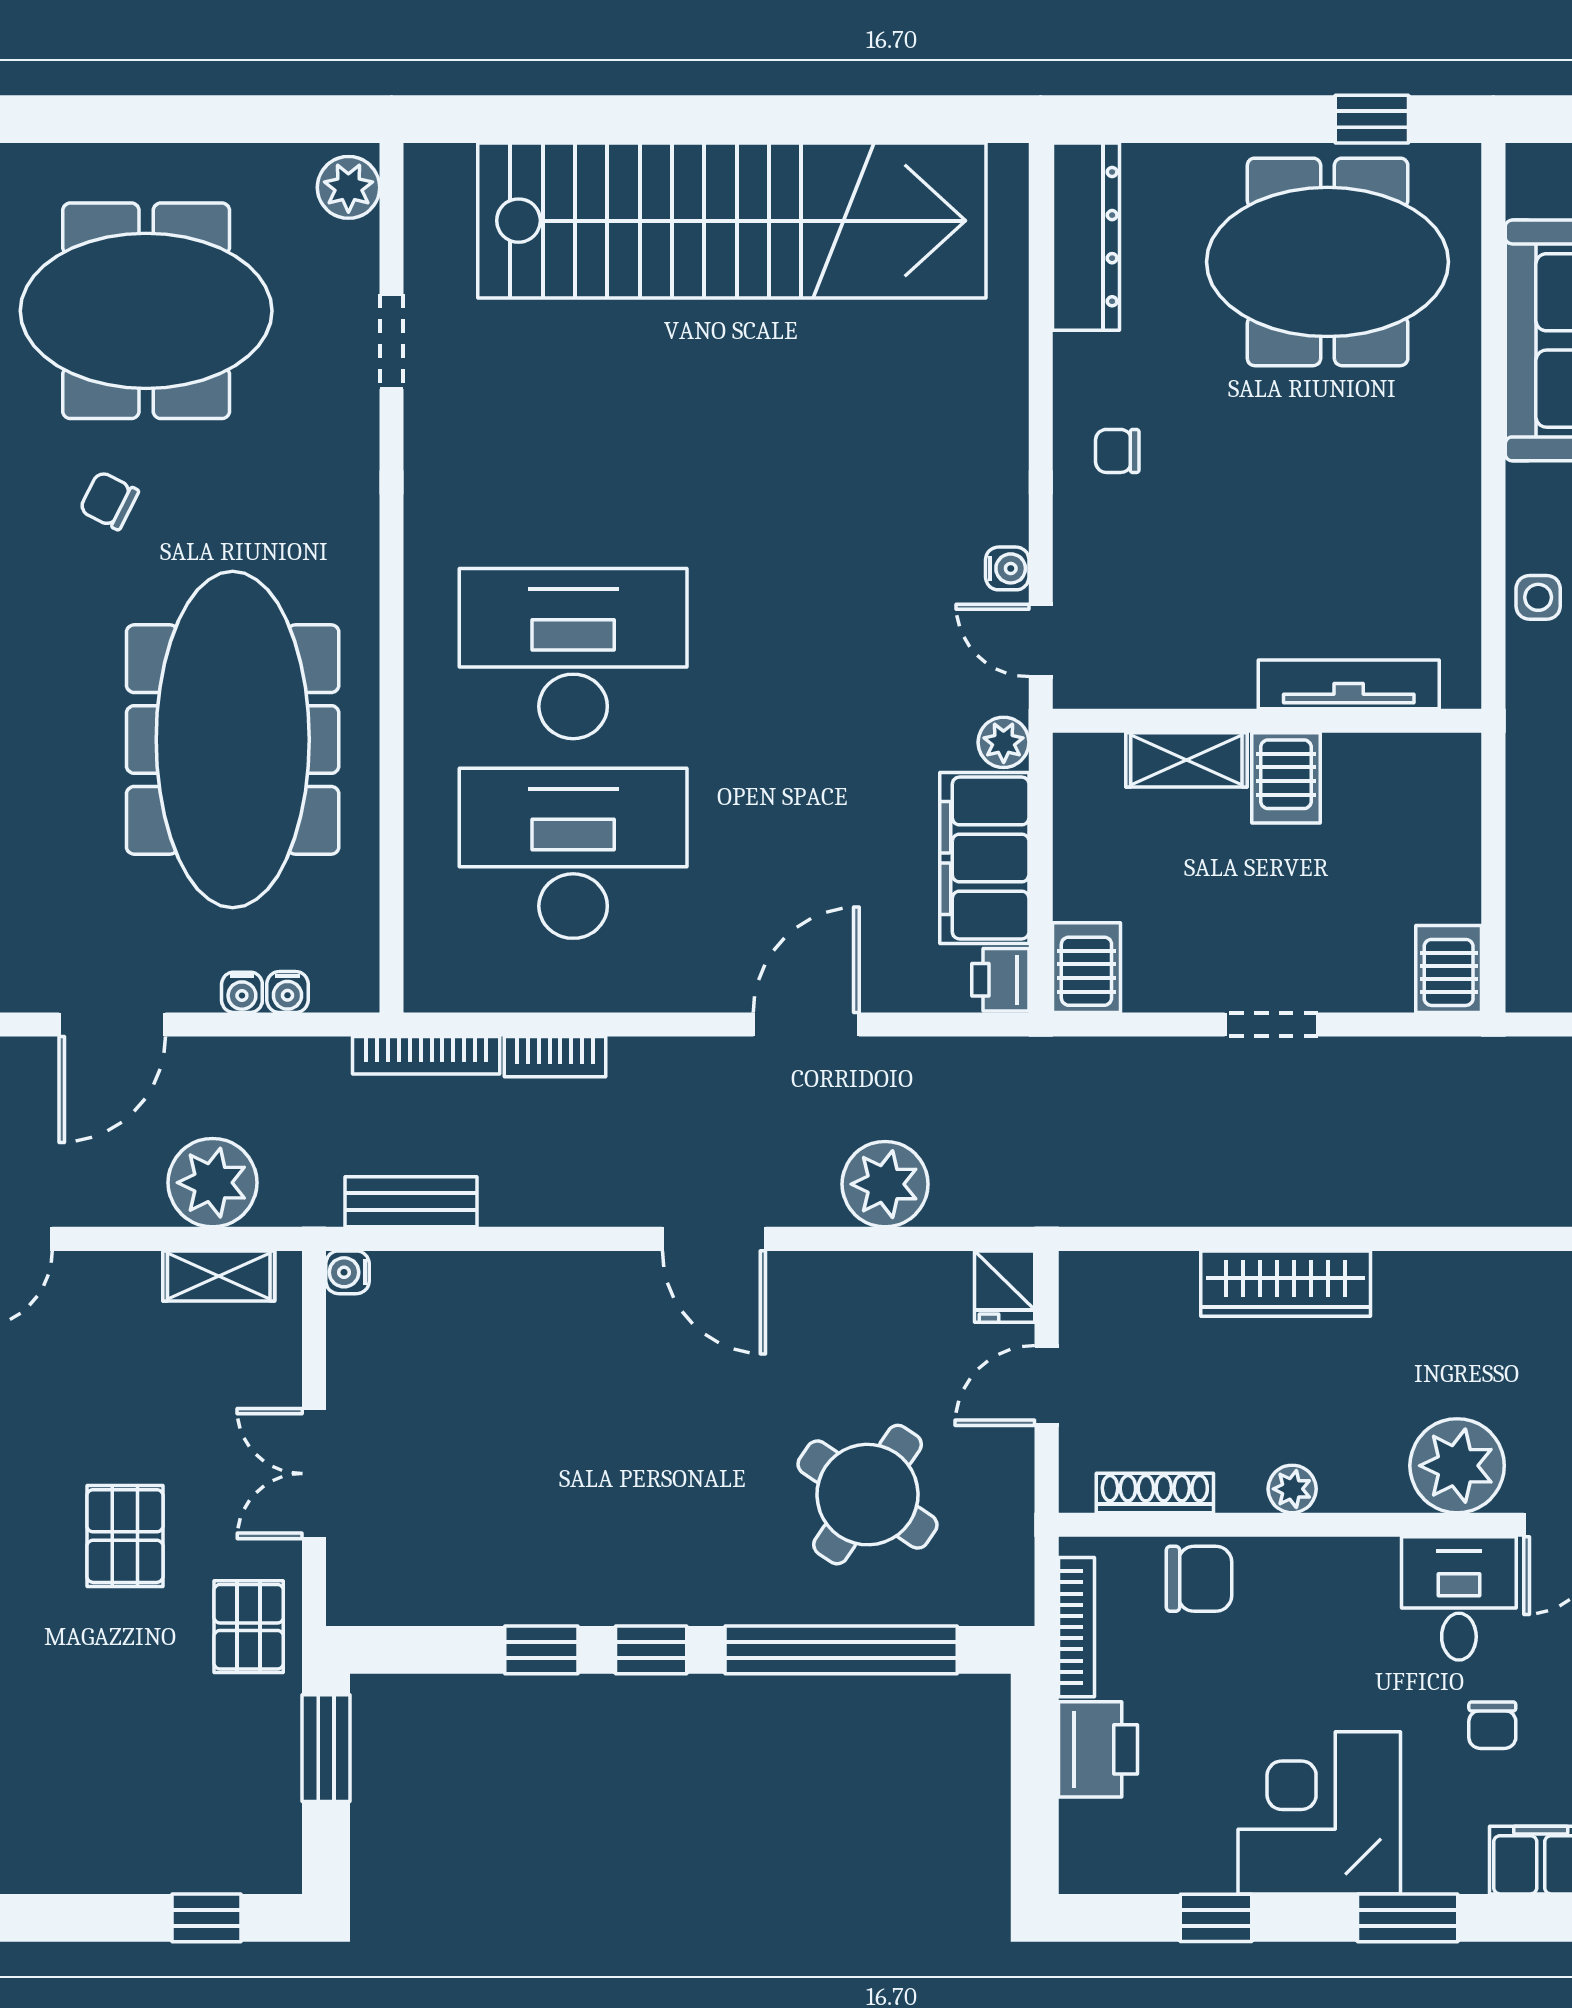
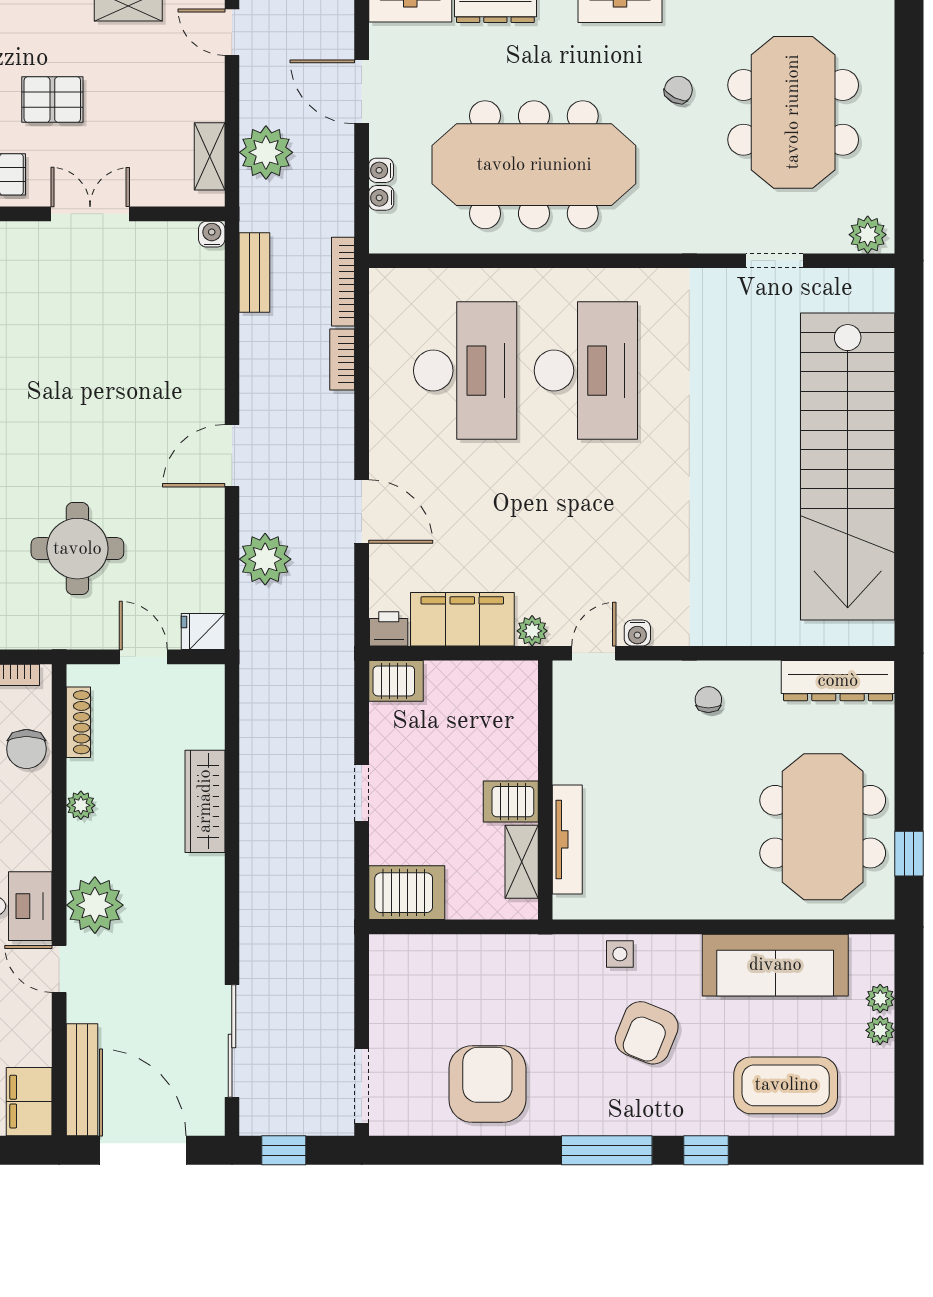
shelving: (1186, 760) -> (522, 862), moved
server rack: (1449, 969) -> (407, 893), width x1.36, depth x1.44
round table: (868, 1495) -> (77, 549), turned -34

